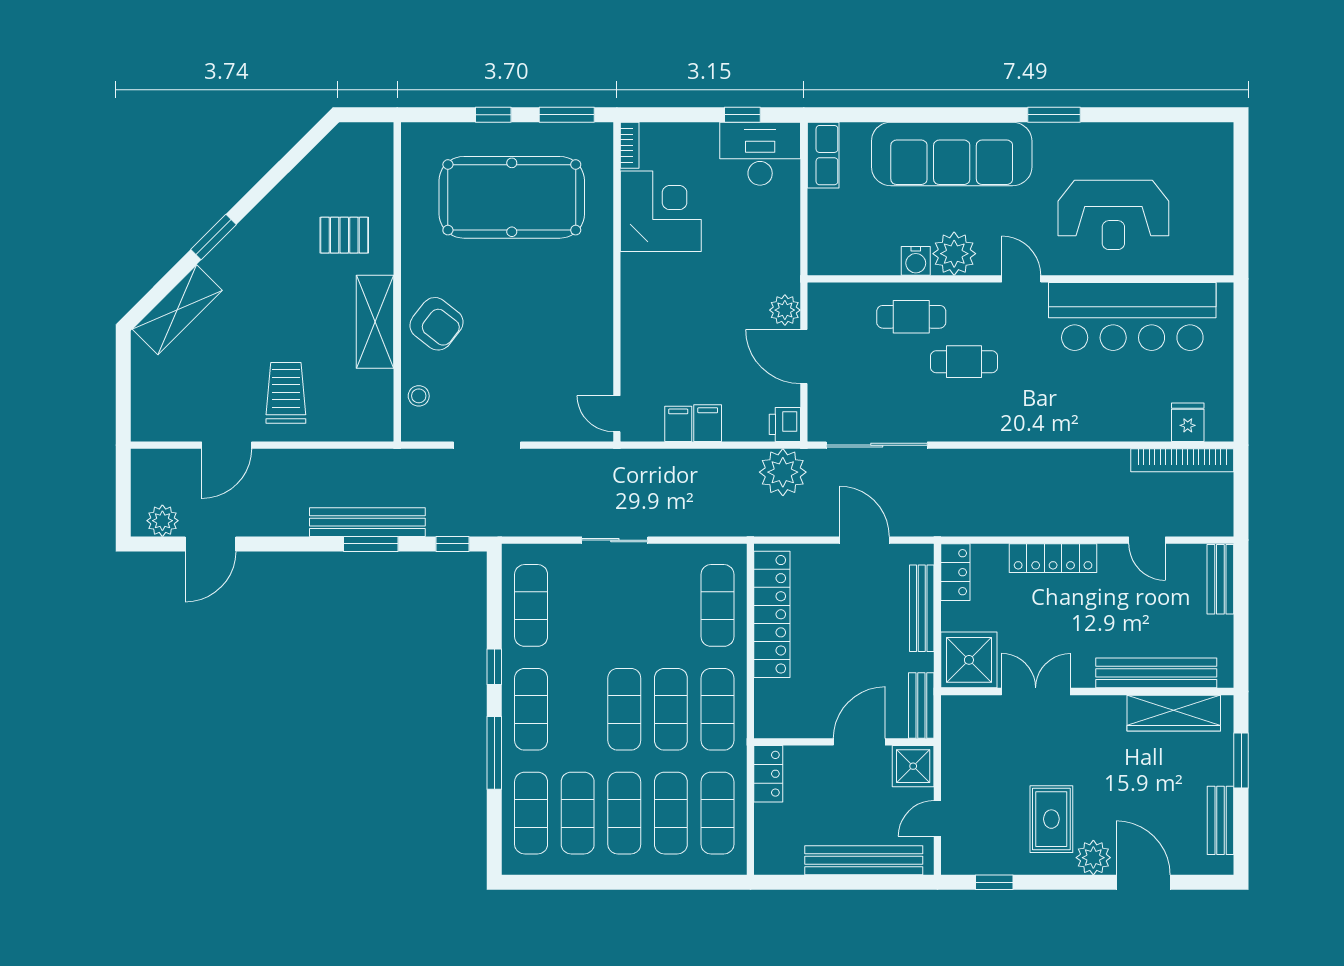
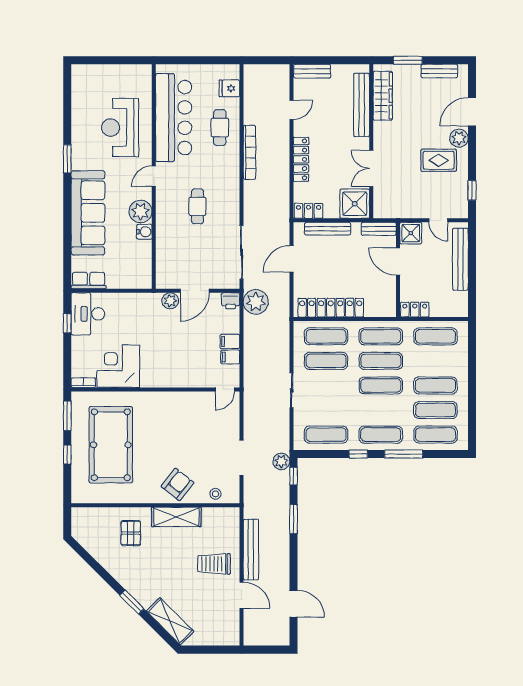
reception desk: (1113, 215) -> (120, 128), turned 180
cafe table: (911, 317) -> (220, 128), moved
bookcase: (1182, 460) -> (249, 152), moved
plant: (162, 521) -> (281, 461), moved
bench: (367, 522) -> (251, 550), moved
exercise mat: (671, 813) -> (326, 361), moved

